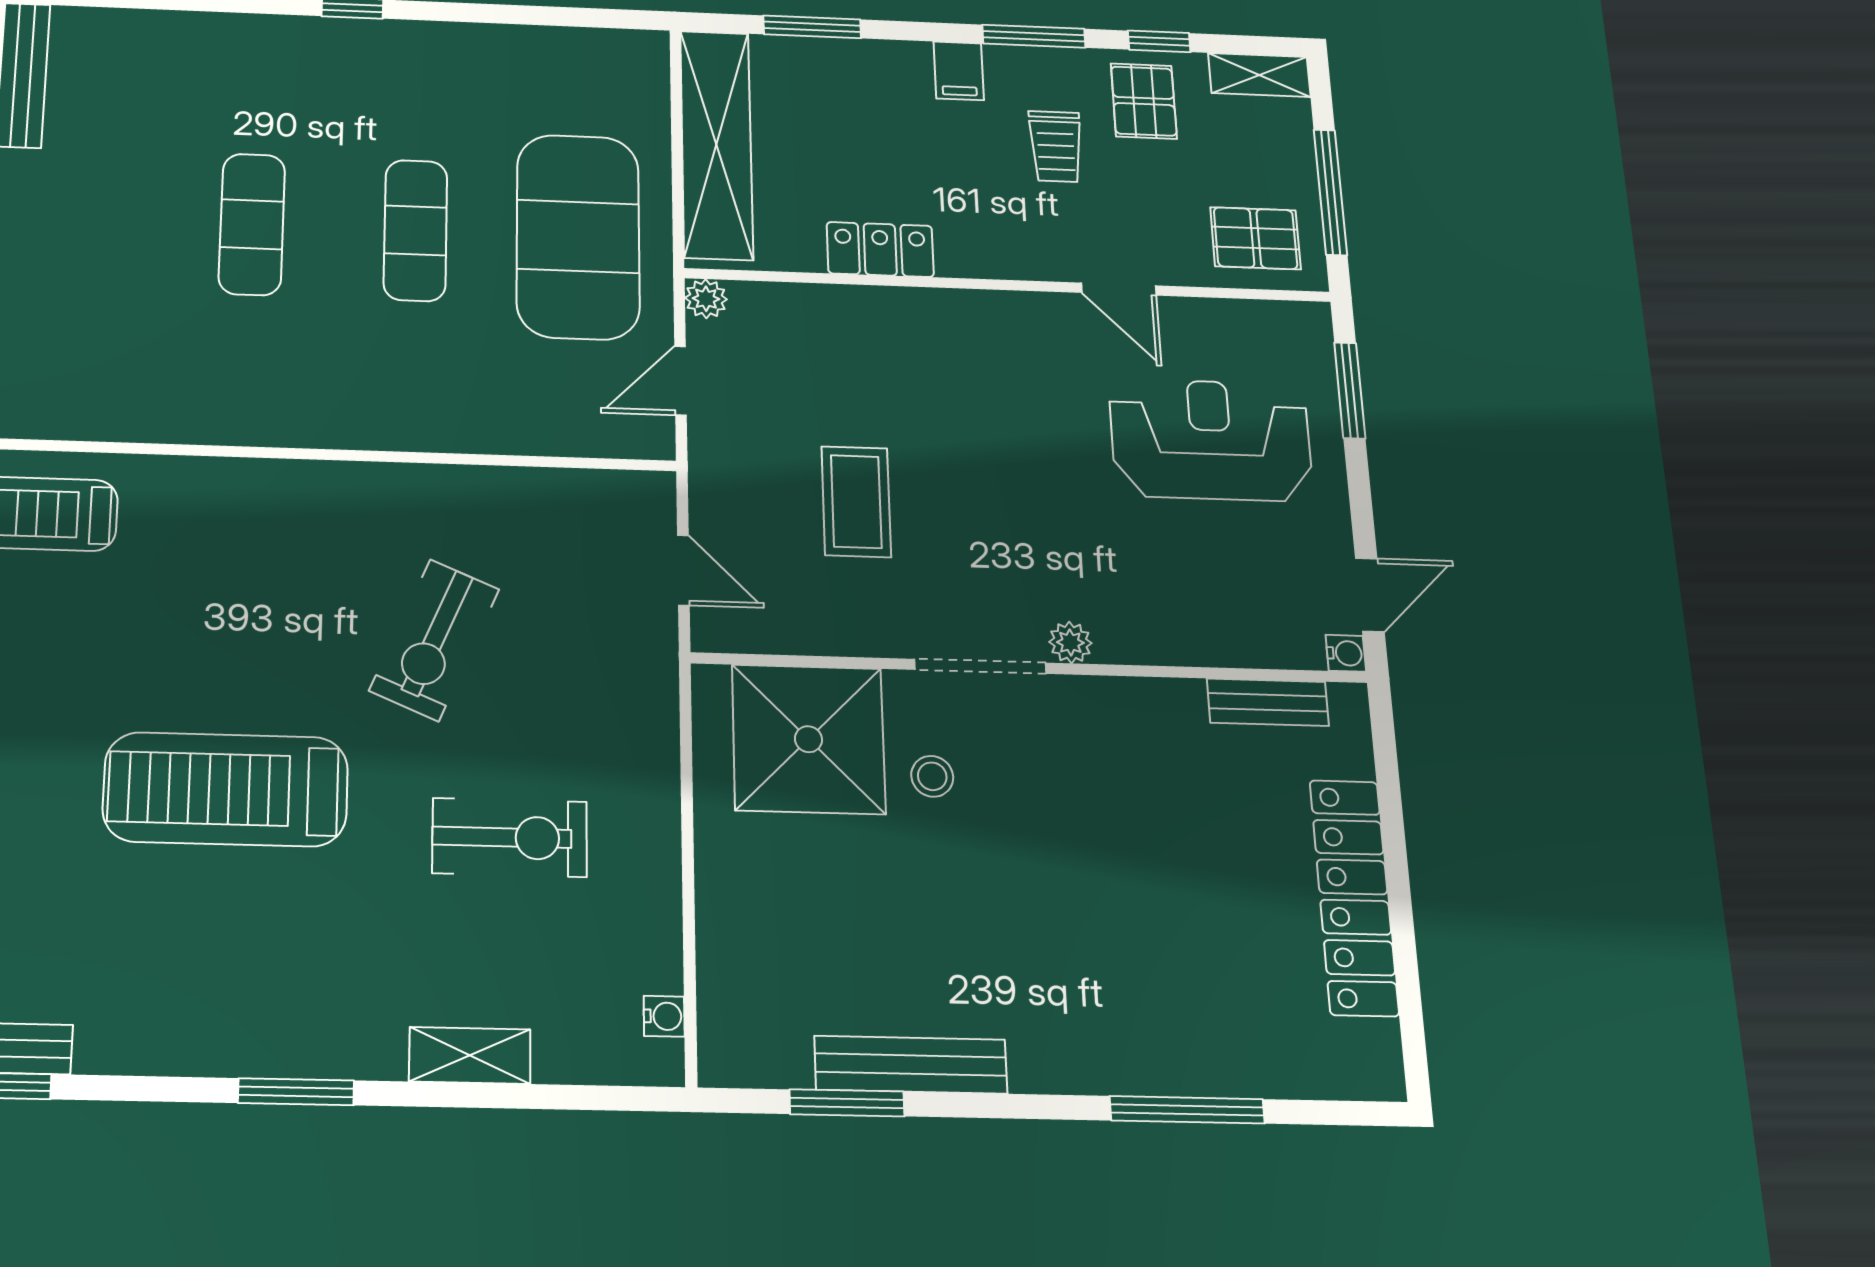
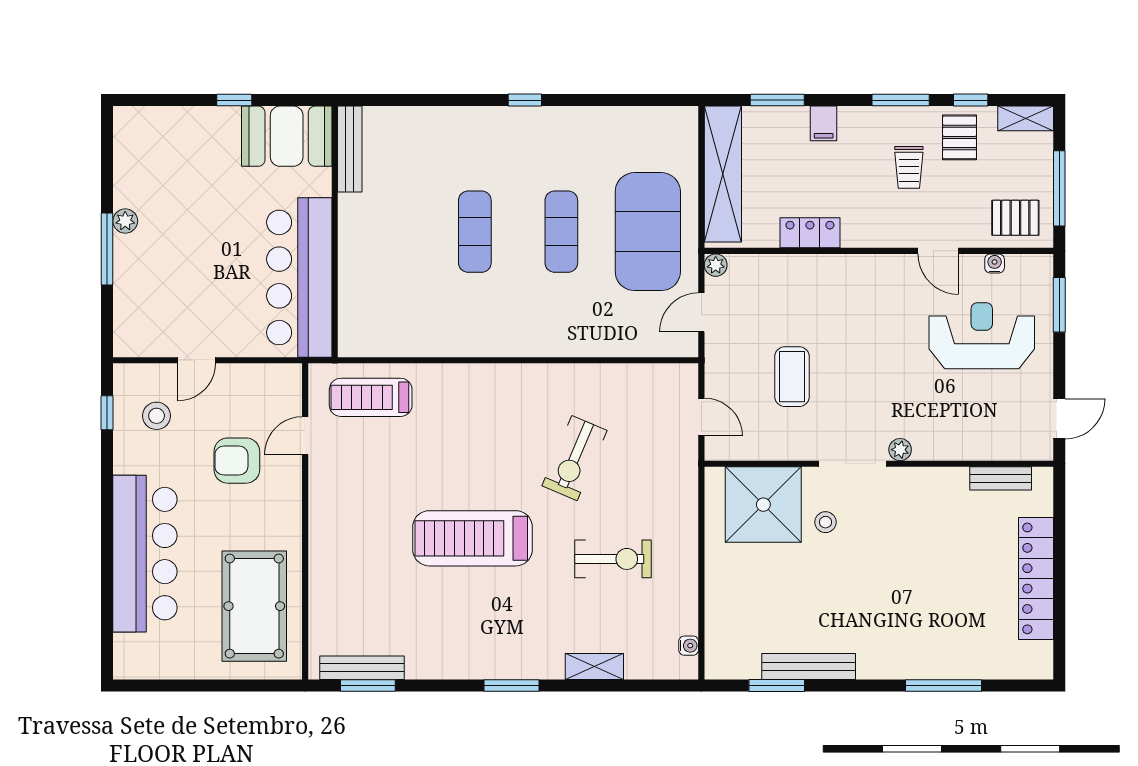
filing cabinet: (959, 71) -> (824, 123), moved
water cooler: (1346, 653) -> (995, 263), moved, turned -90

